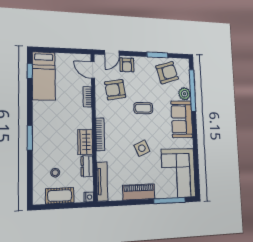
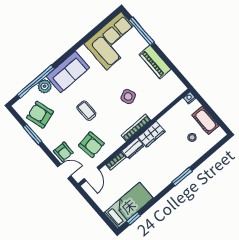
armchair: (127, 65) -> (63, 152), turned 90
side table: (142, 148) -> (128, 97), moved
dresser: (87, 166) -> (133, 148), moved
tv unit: (102, 182) -> (170, 97), removed

